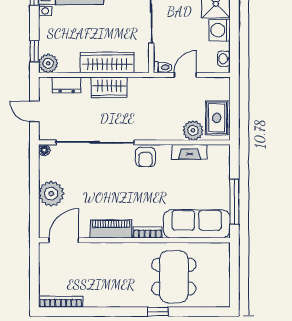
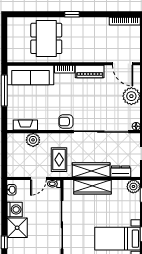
wardrobe: (109, 87) -> (91, 170), width x1.50
rug: (217, 118) -> (59, 160), moved
fireplace: (189, 152) -> (25, 125), moved
armchair: (145, 157) -> (66, 122), turned -90
door: (64, 240) -> (123, 64), hinge flipped
window: (158, 312) -> (72, 14), moved

